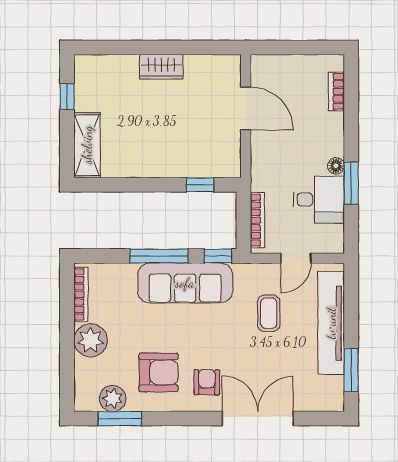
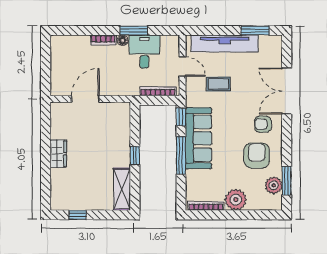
bookcase: (336, 91) -> (103, 40), moved
shelving: (87, 145) -> (122, 189), moved, turned 90
window: (200, 185) -> (135, 155), moved

